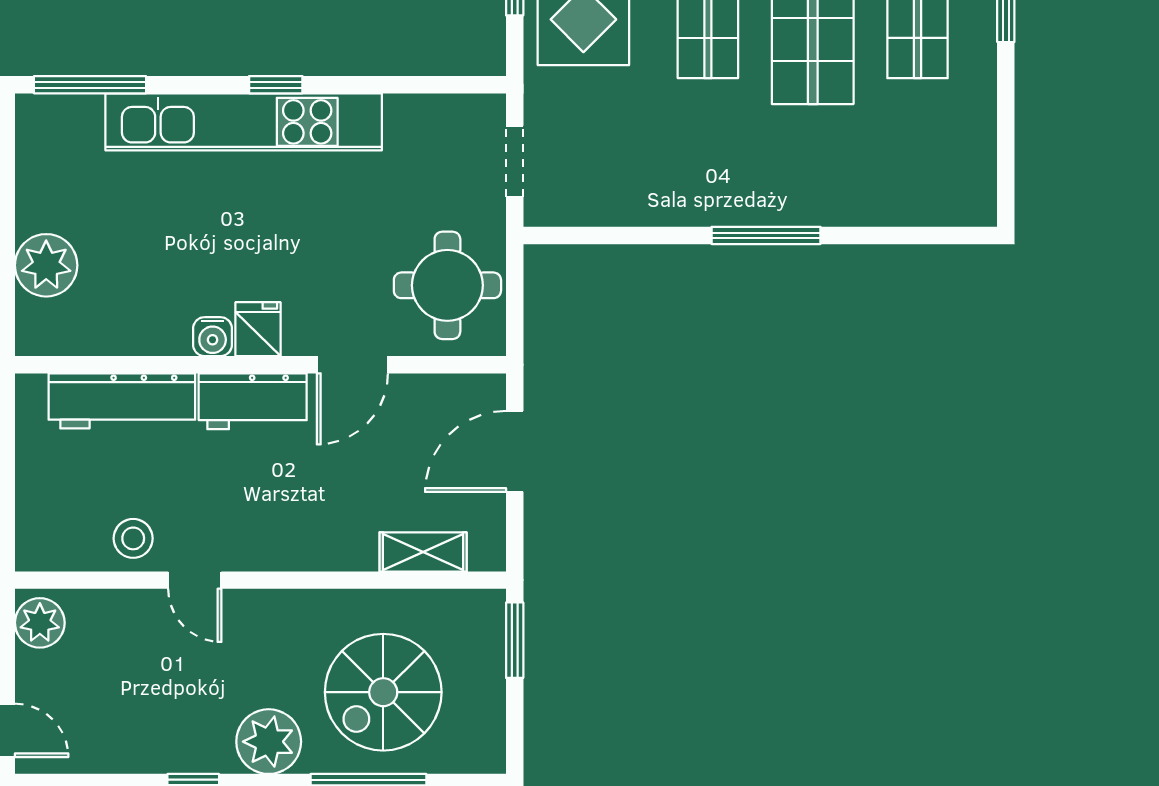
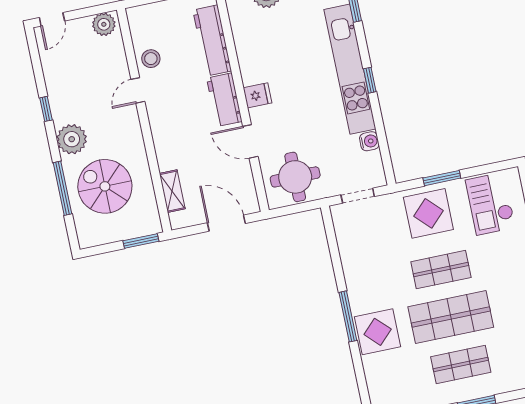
display table: (812, 180) -> (378, 332), added
water cooler: (213, 337) -> (369, 141), moved, turned 180

